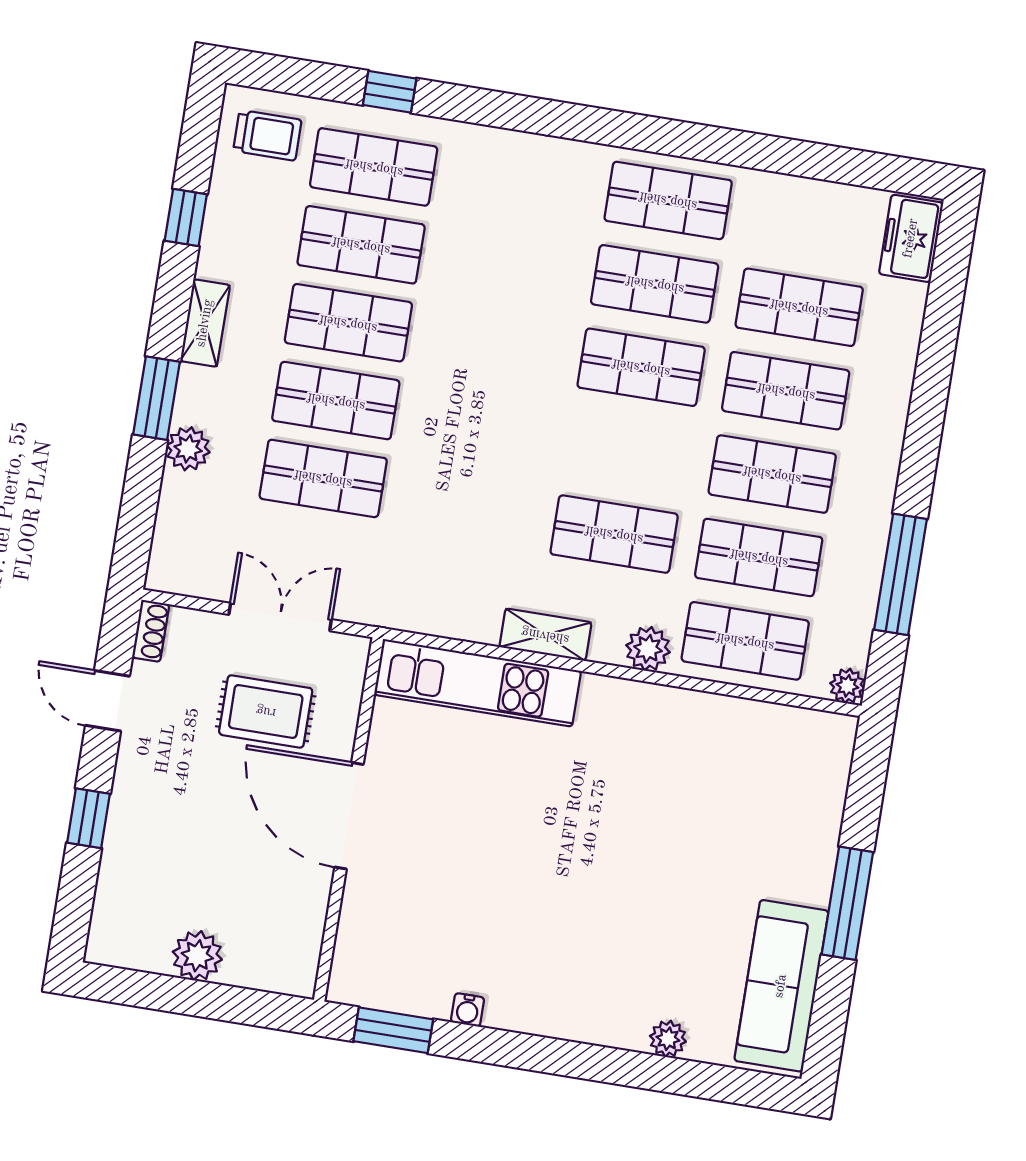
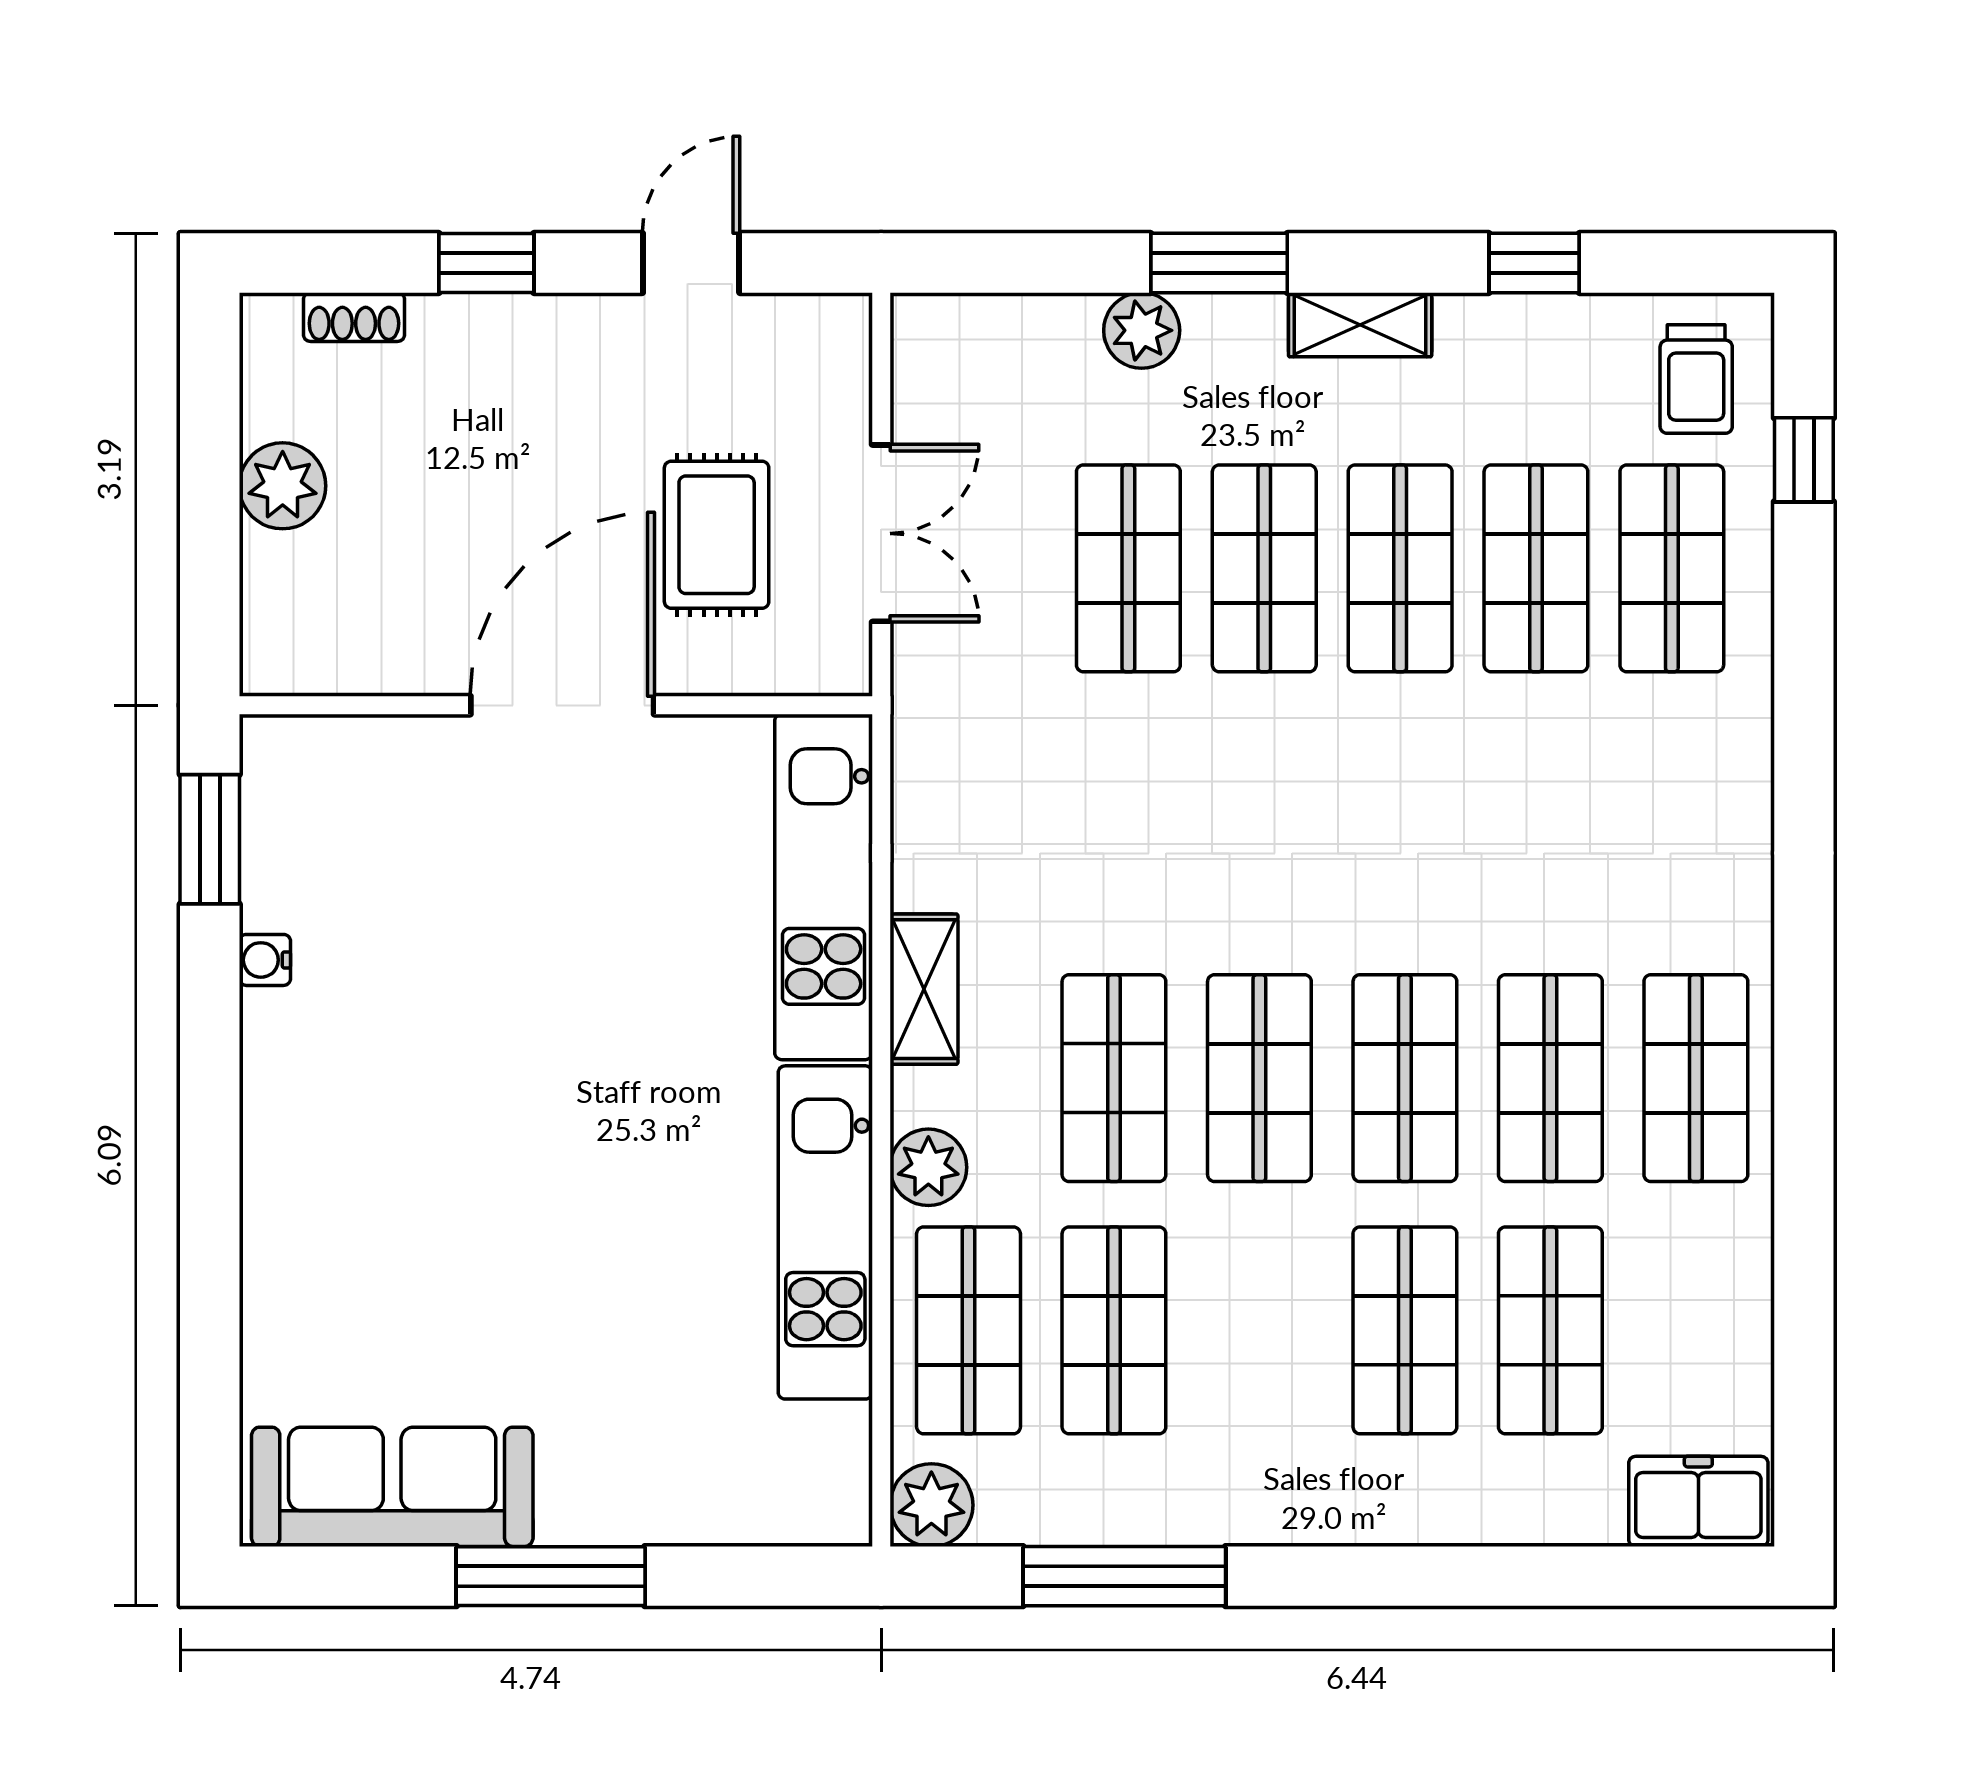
window: (390, 92) -> (1804, 460), moved
shop shelf: (772, 474) -> (1259, 1078), moved
shoe rack: (151, 631) -> (354, 317), moved
plant: (847, 686) -> (931, 1505), width x1.38, depth x1.38
kitchen unit: (676, 714) -> (825, 1232), added
plant: (668, 1039) -> (271, 1309), removed

